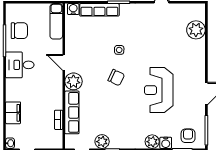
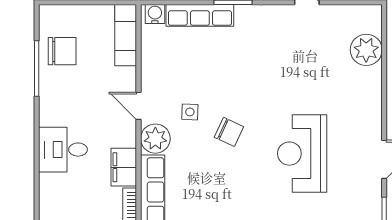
side table: (119, 50) -> (190, 112), moved
desk: (20, 65) -> (63, 150), moved
filing cabinet: (13, 113) -> (124, 167), moved, turned 180

